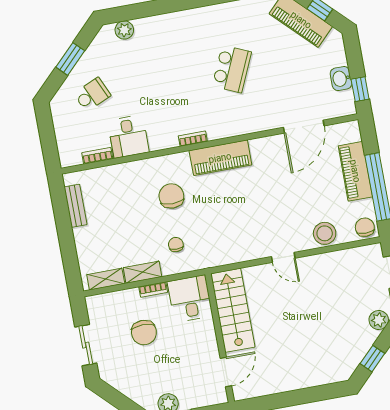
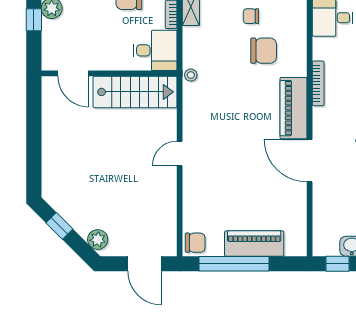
door: (304, 127) -> (310, 161), moved
bookcase: (193, 139) -> (318, 83), width x1.56
stool: (325, 233) -> (191, 75), moved, width x0.53, depth x0.53
chair: (176, 245) -> (251, 16), moved, turned 180

